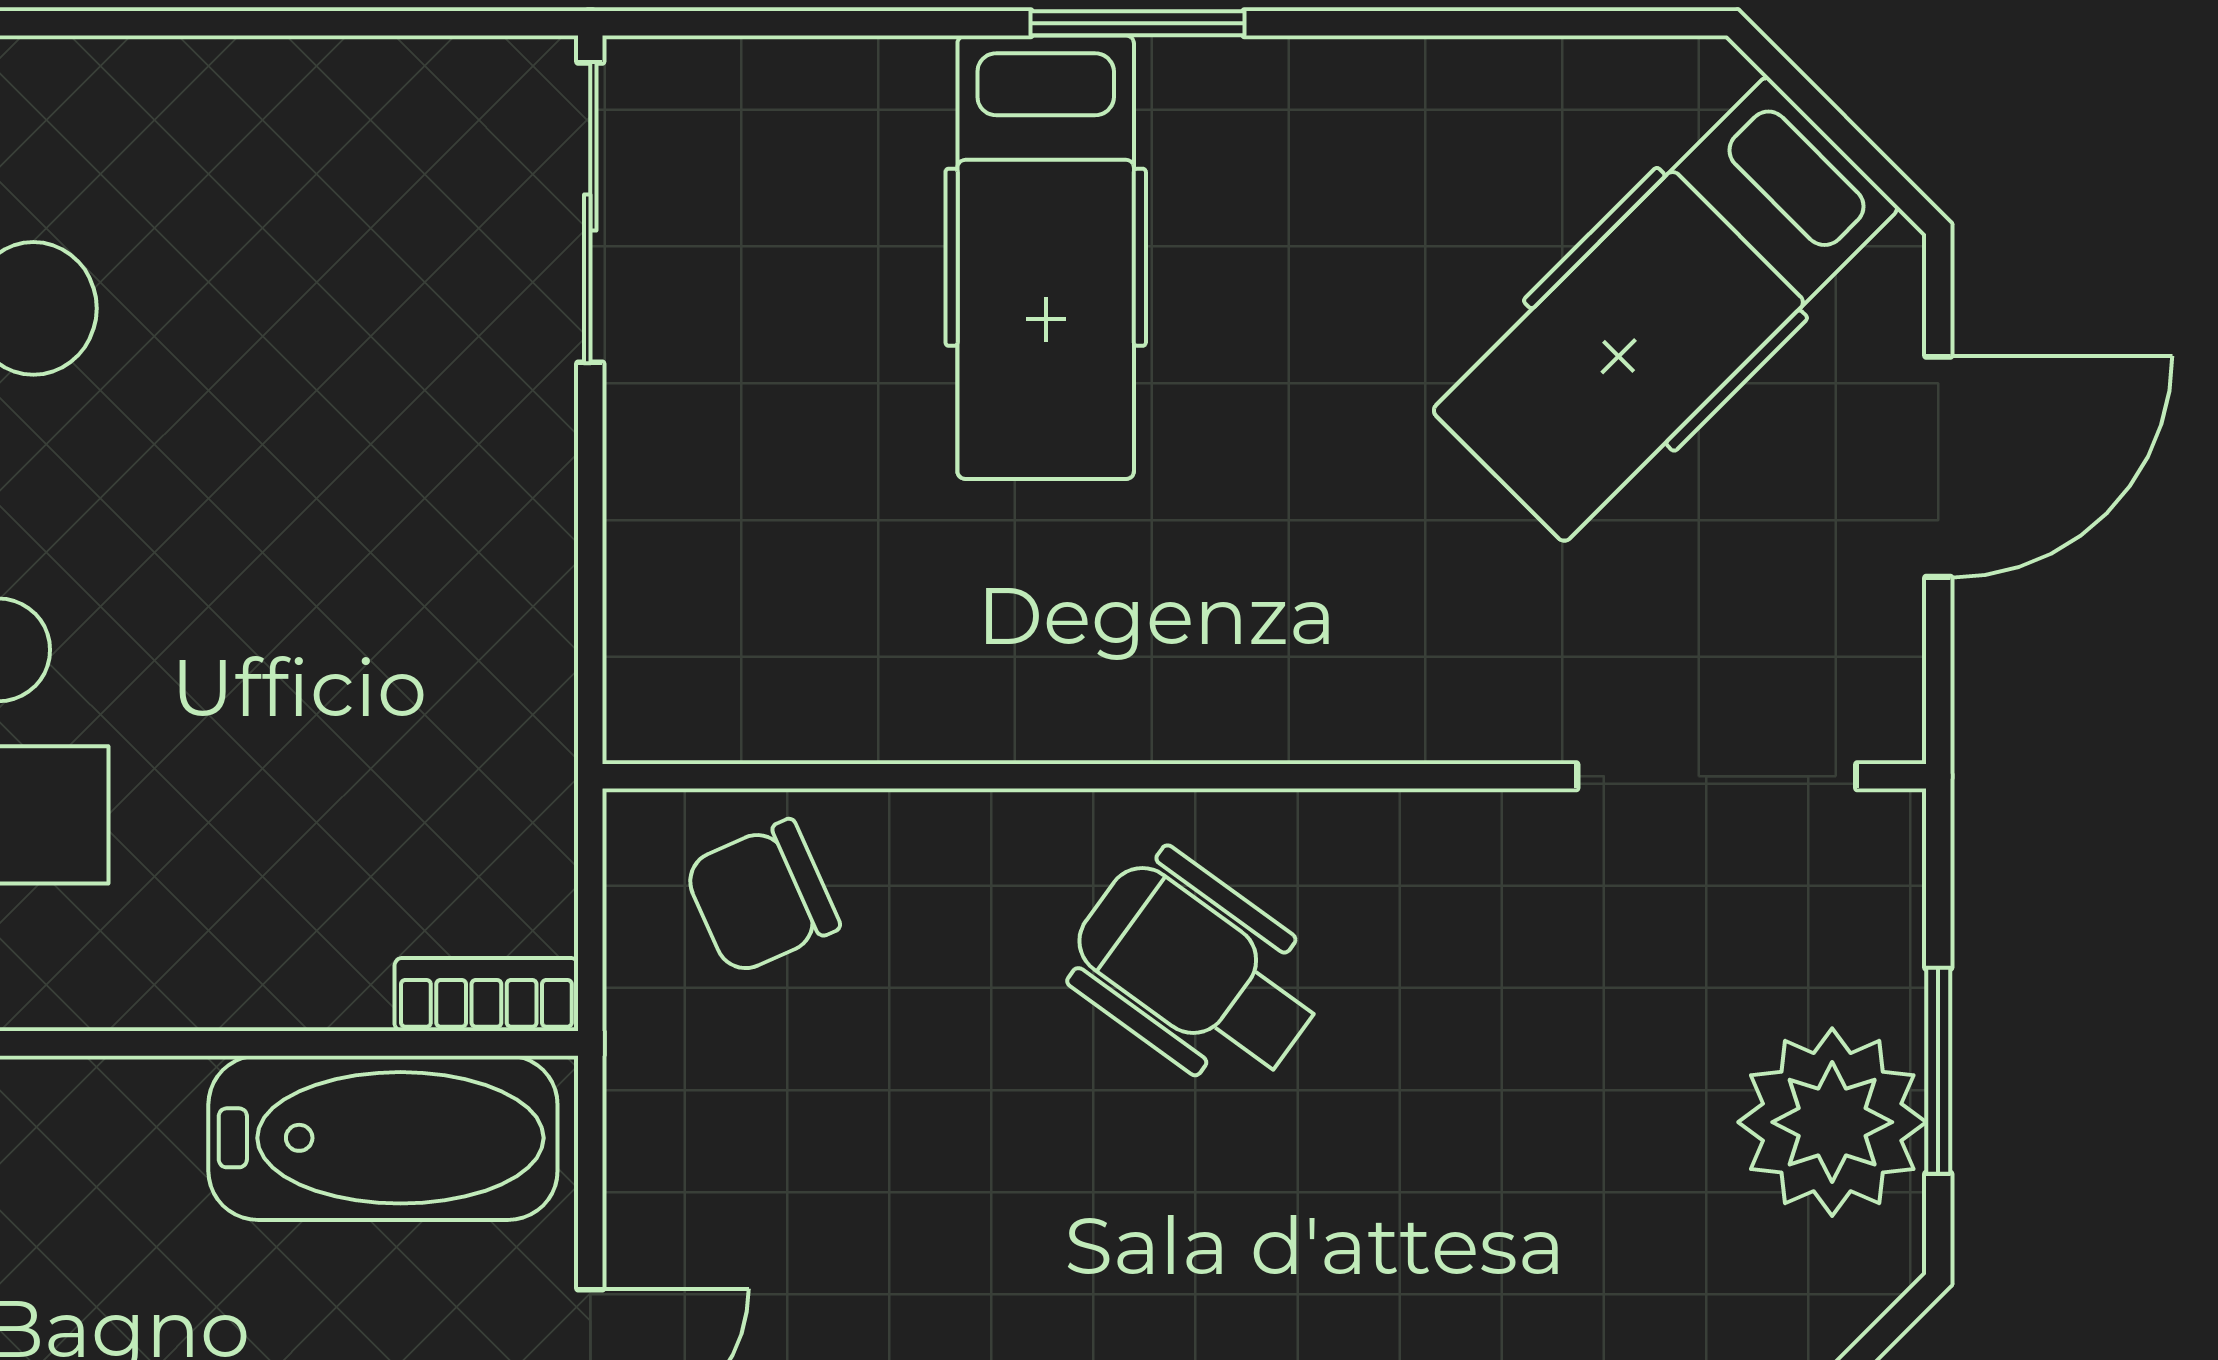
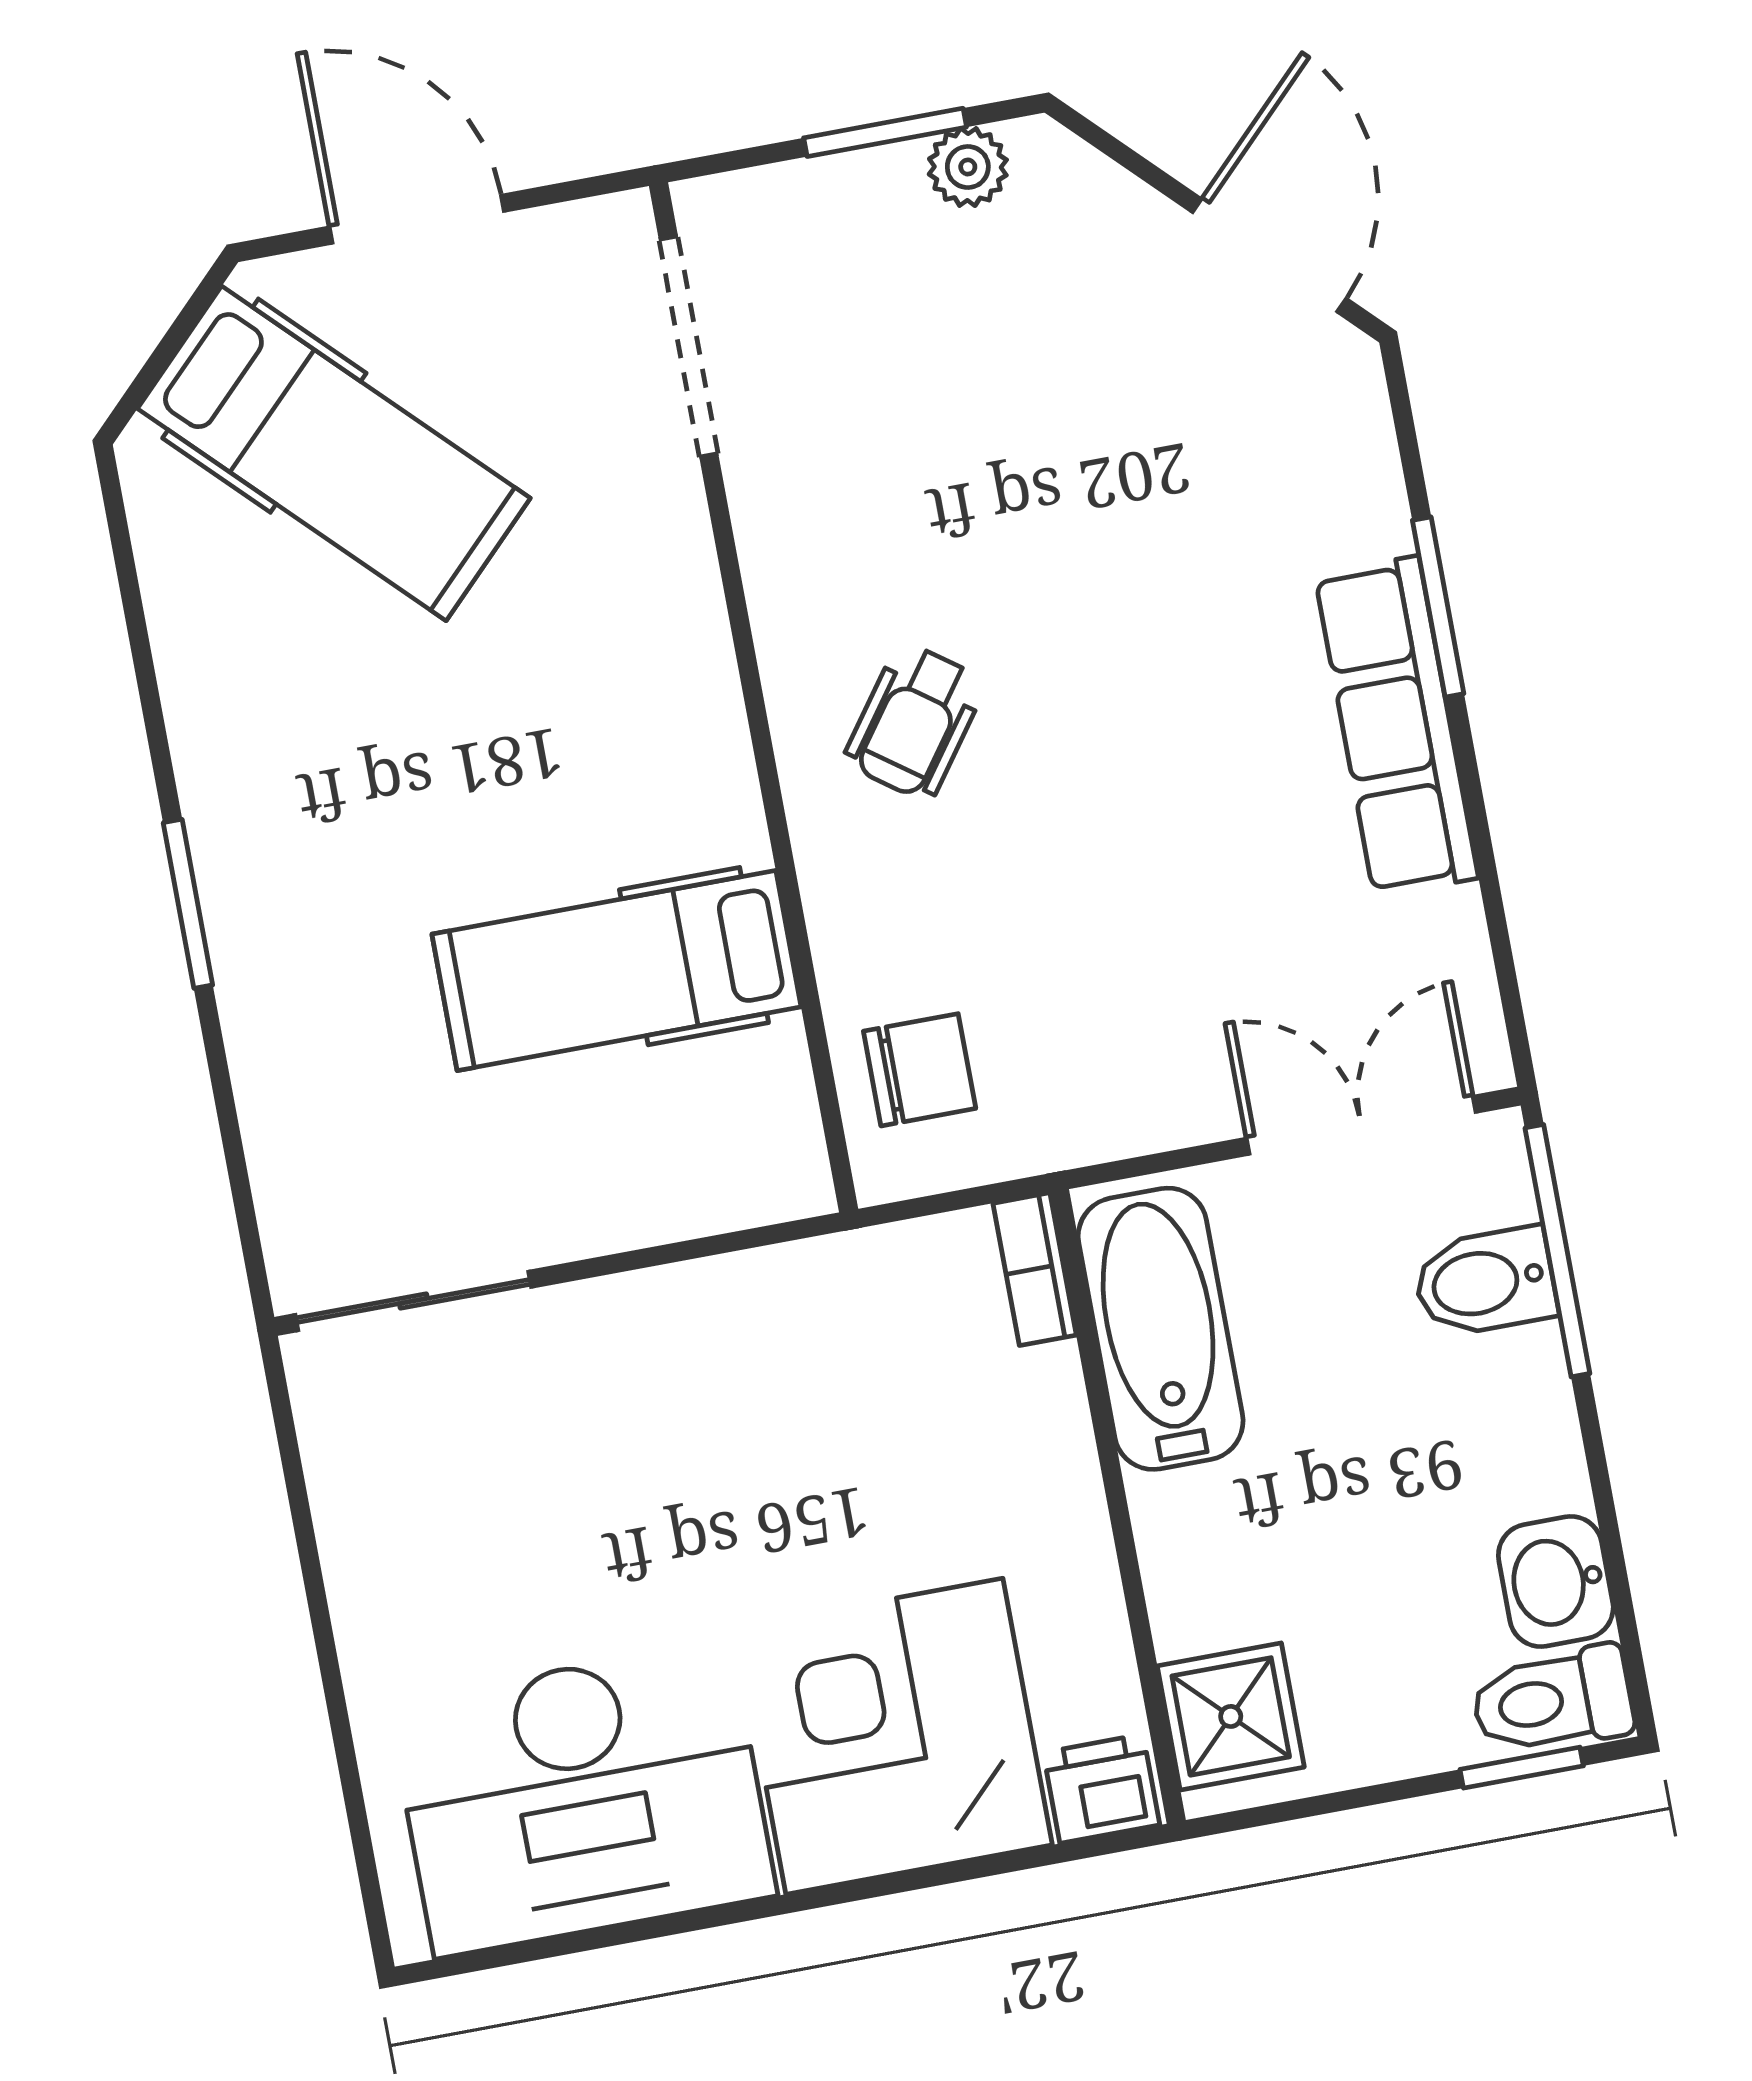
hospital bed: (1046, 257) -> (617, 971), moved, turned 180
chair: (761, 897) -> (920, 1070), turned -66
wheelchair: (1197, 972) -> (915, 722), width x0.73, depth x0.73
plant: (1832, 1122) -> (968, 167), width x0.53, depth x0.53

